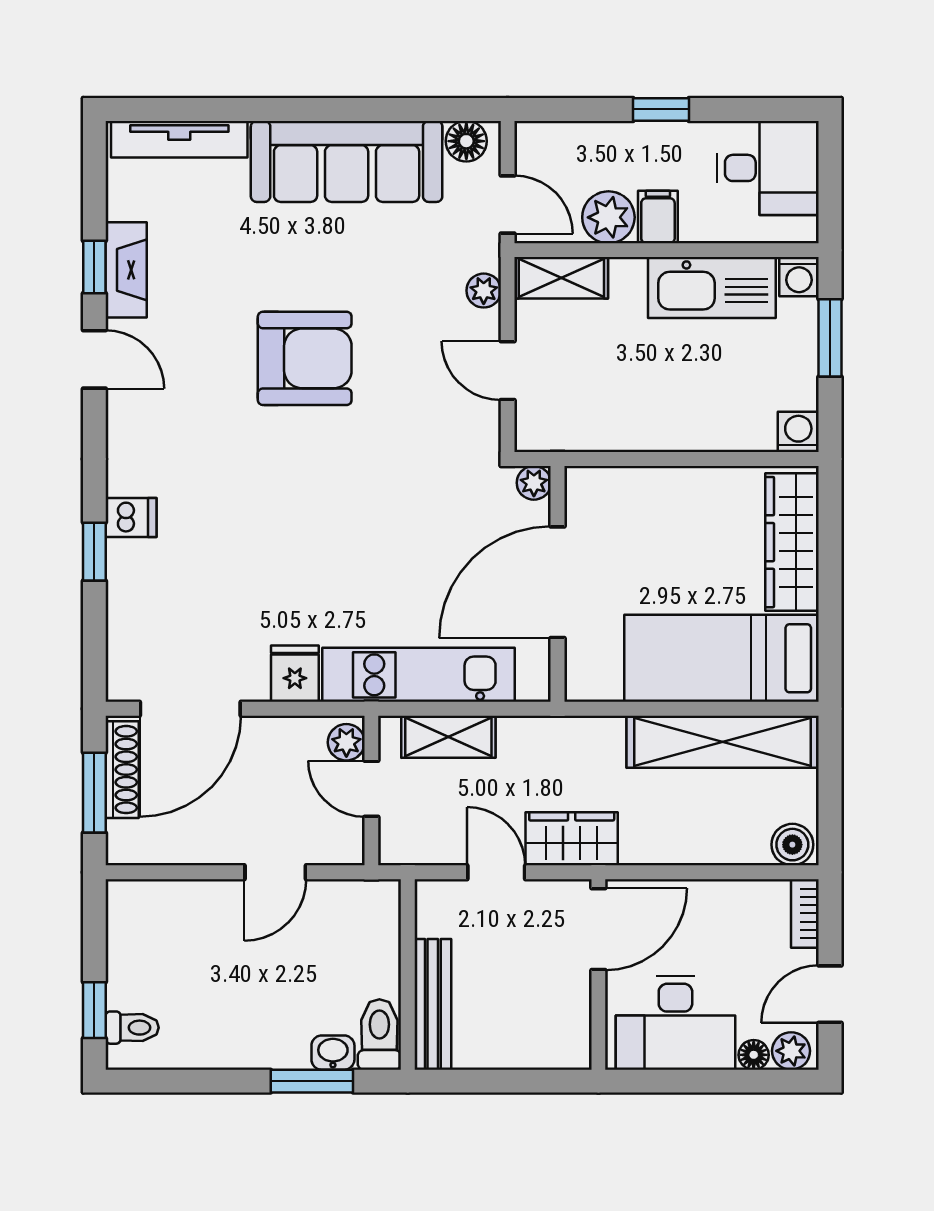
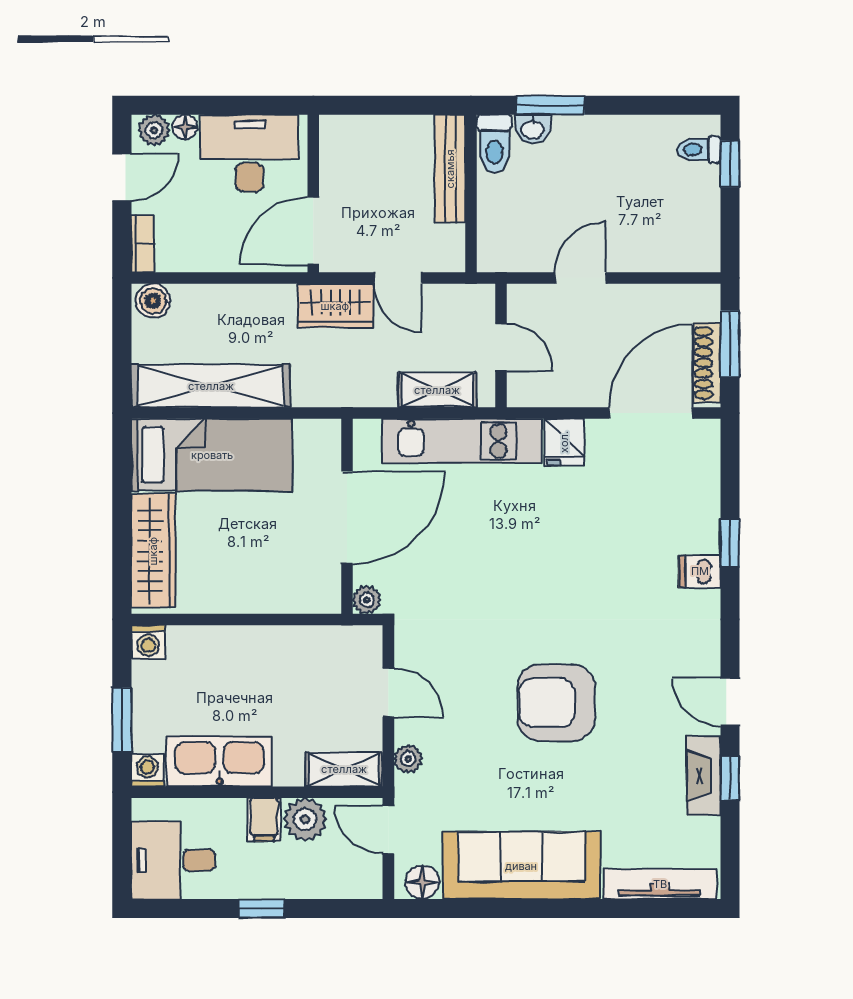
plant: (346, 742) -> (522, 385), removed

